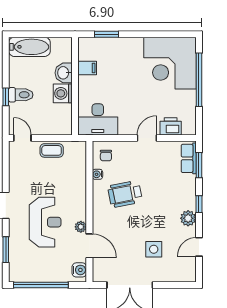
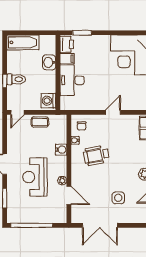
washing machine: (63, 93) -> (48, 101), moved
desk: (98, 119) -> (72, 80), moved, turned 90
printer: (171, 126) -> (67, 44), moved, turned 90
door: (22, 138) -> (18, 112), swing flipped
reception desk: (45, 222) -> (35, 177), turned 180
water cooler: (79, 270) -> (61, 150), moved

